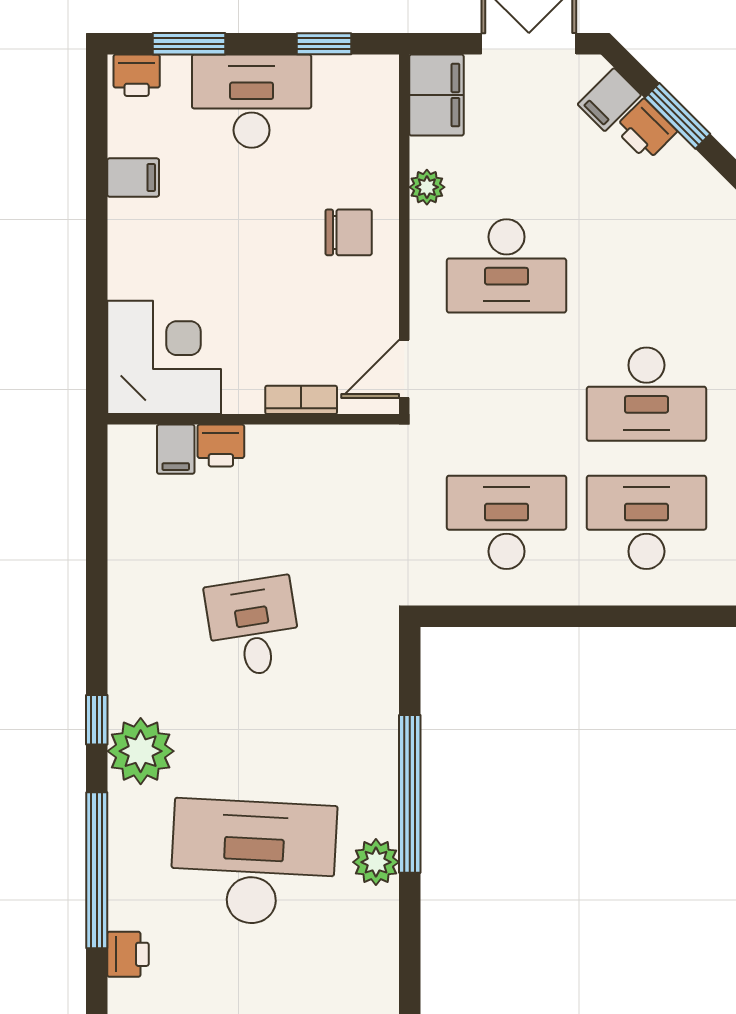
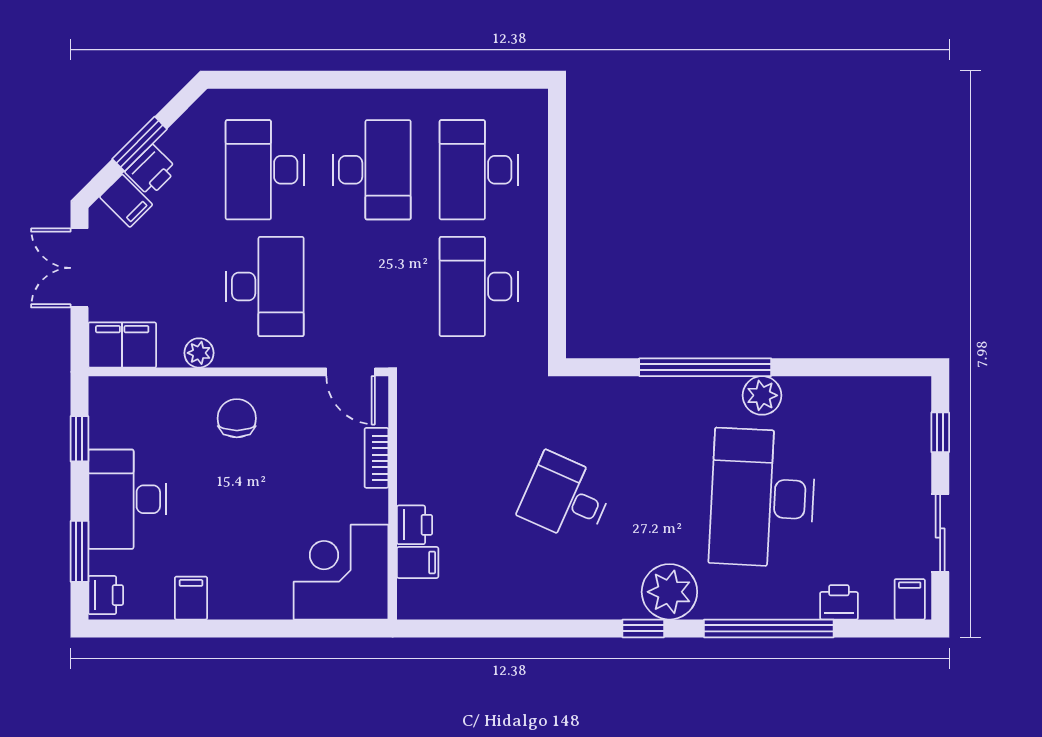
desk: (646, 266) -> (265, 170), added
desk: (253, 627) -> (566, 498), turned 33

